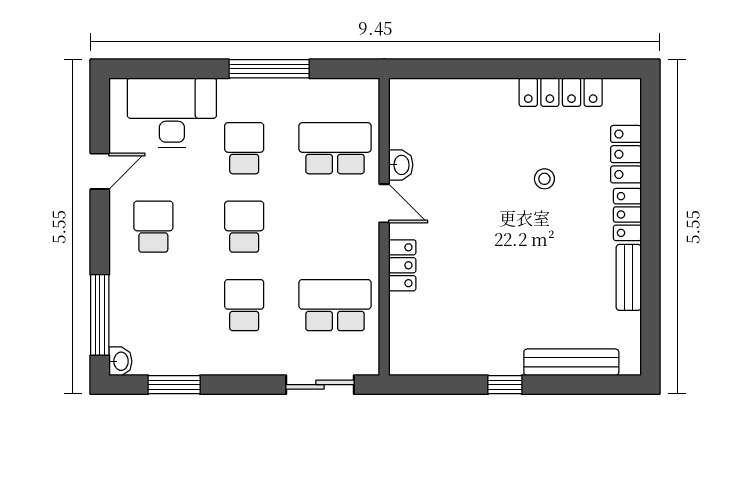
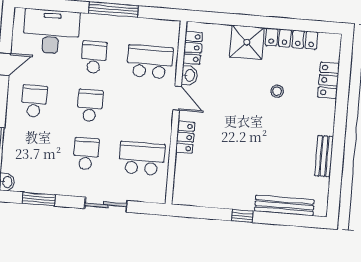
shower: (489, 104) -> (247, 42), added
locker: (627, 215) -> (193, 48), moved, turned 180
sliding door: (320, 385) -> (106, 205), moved

